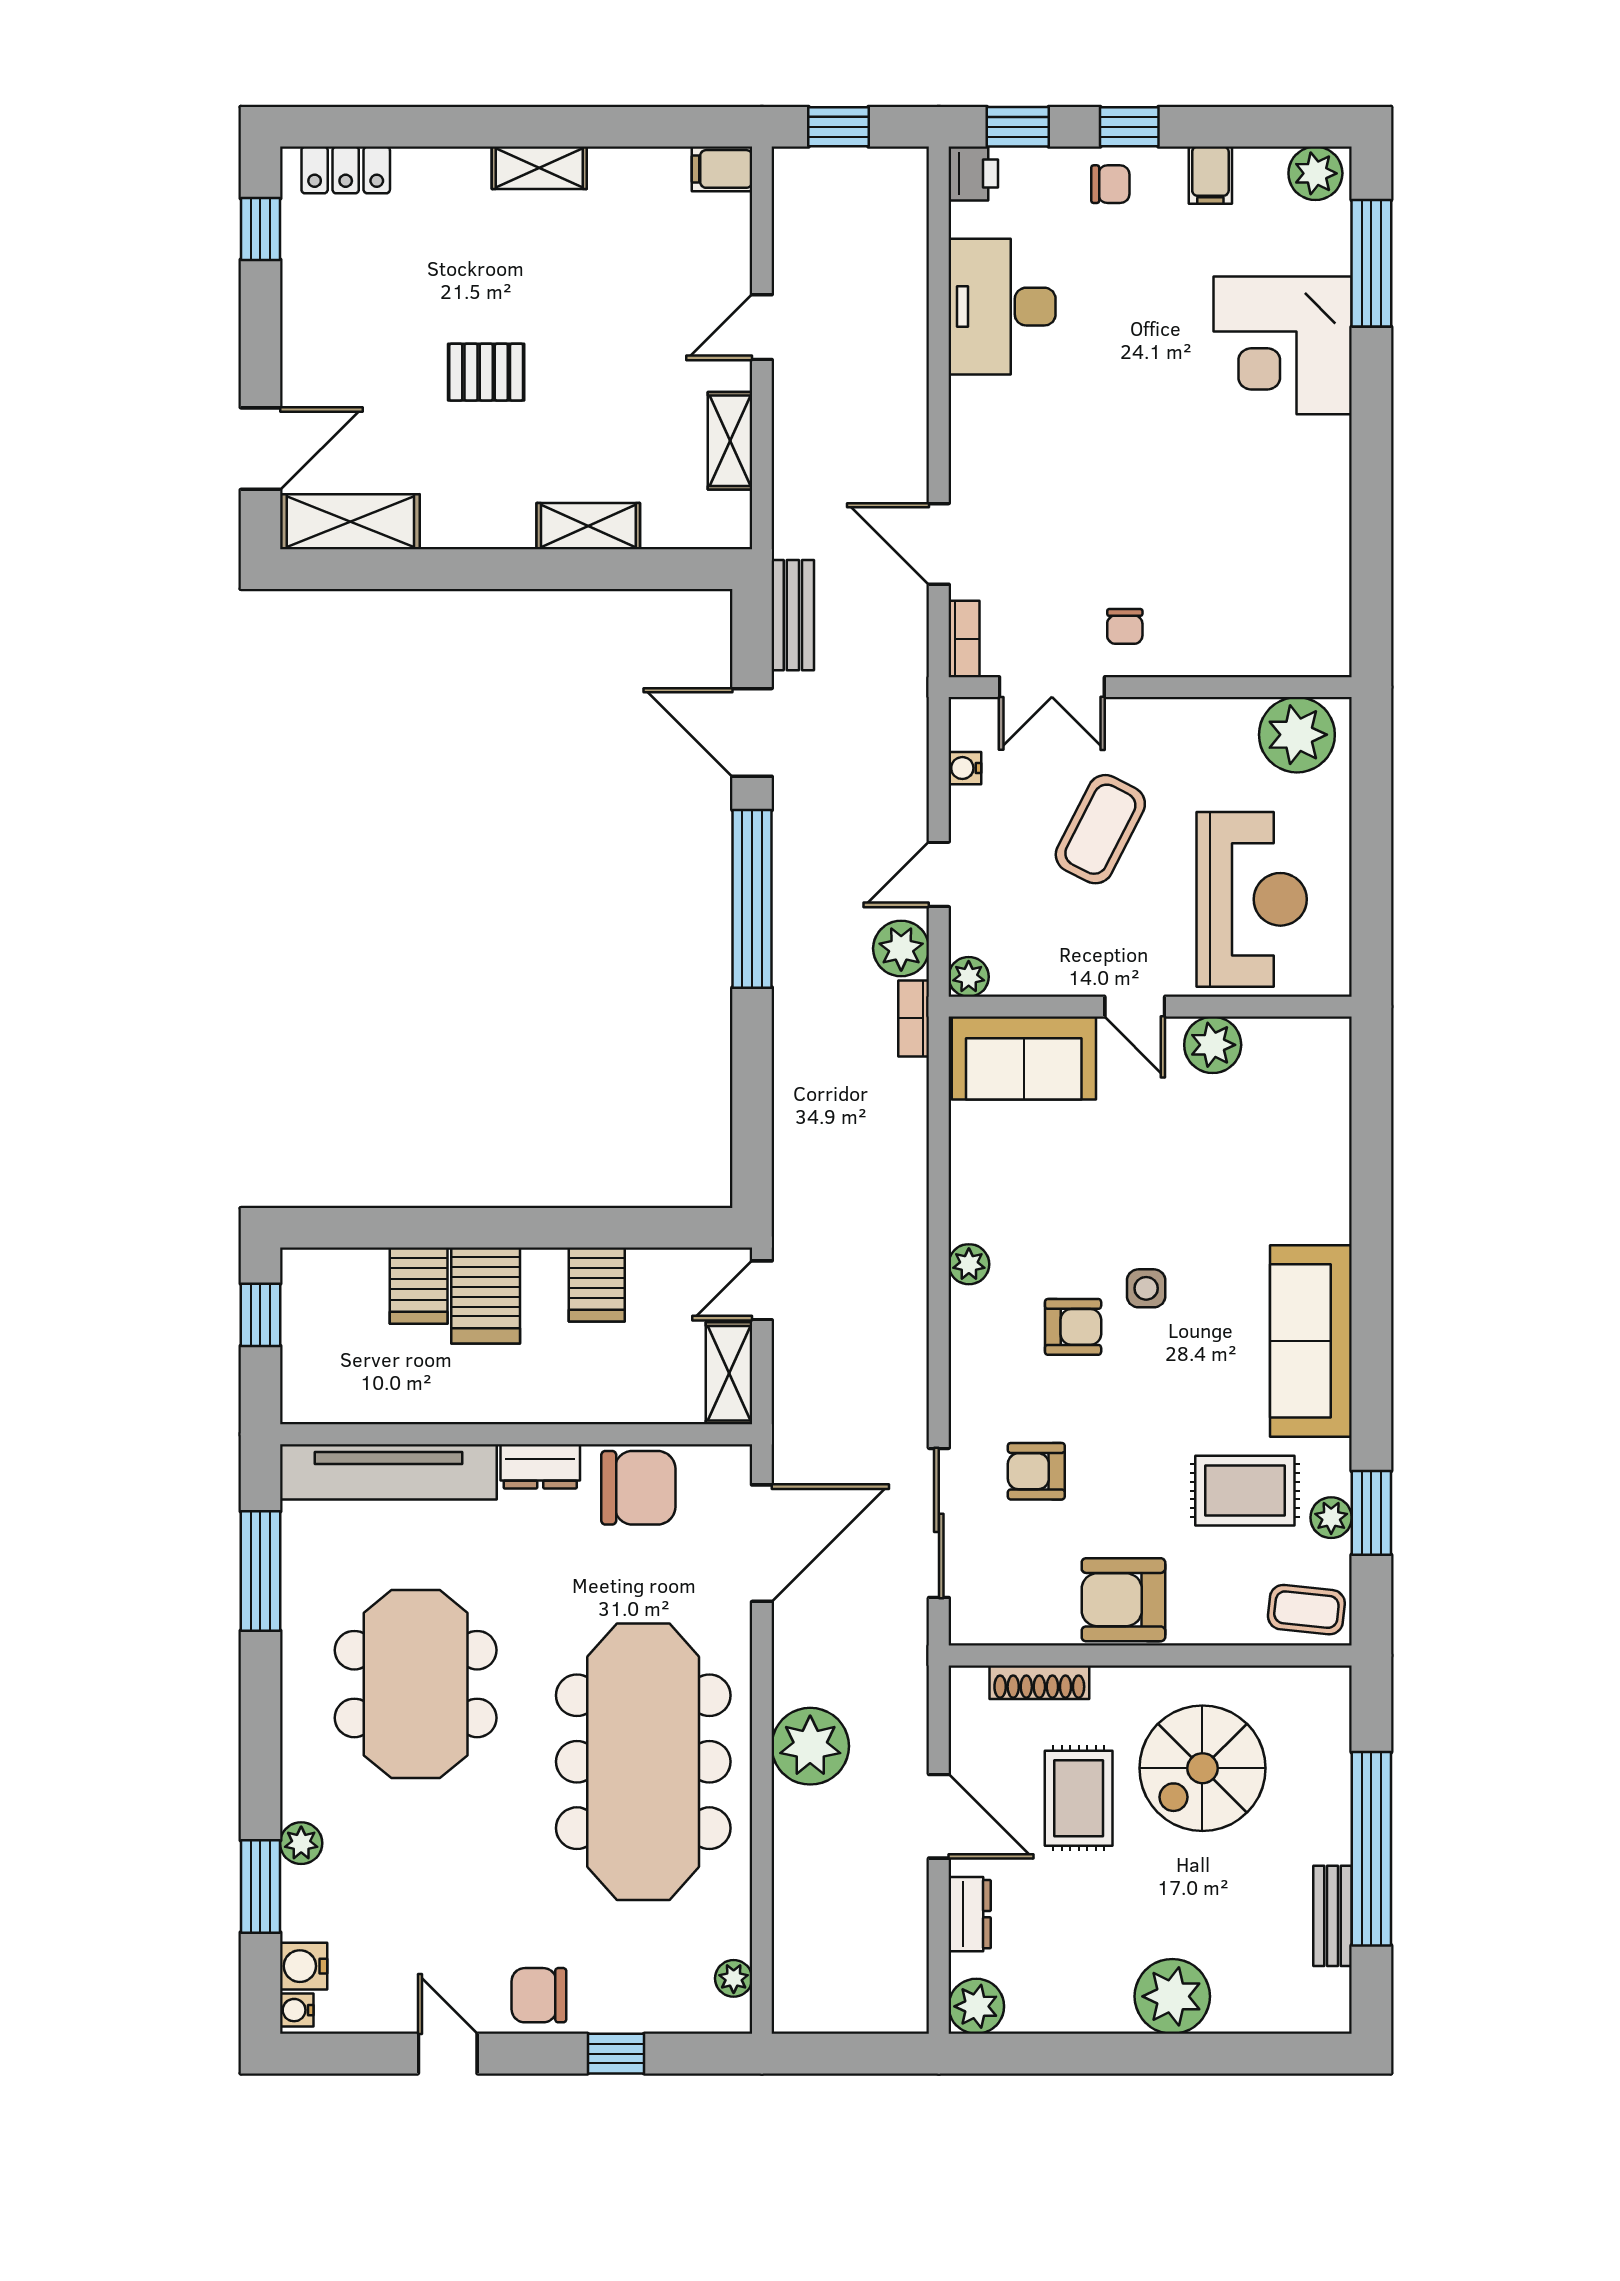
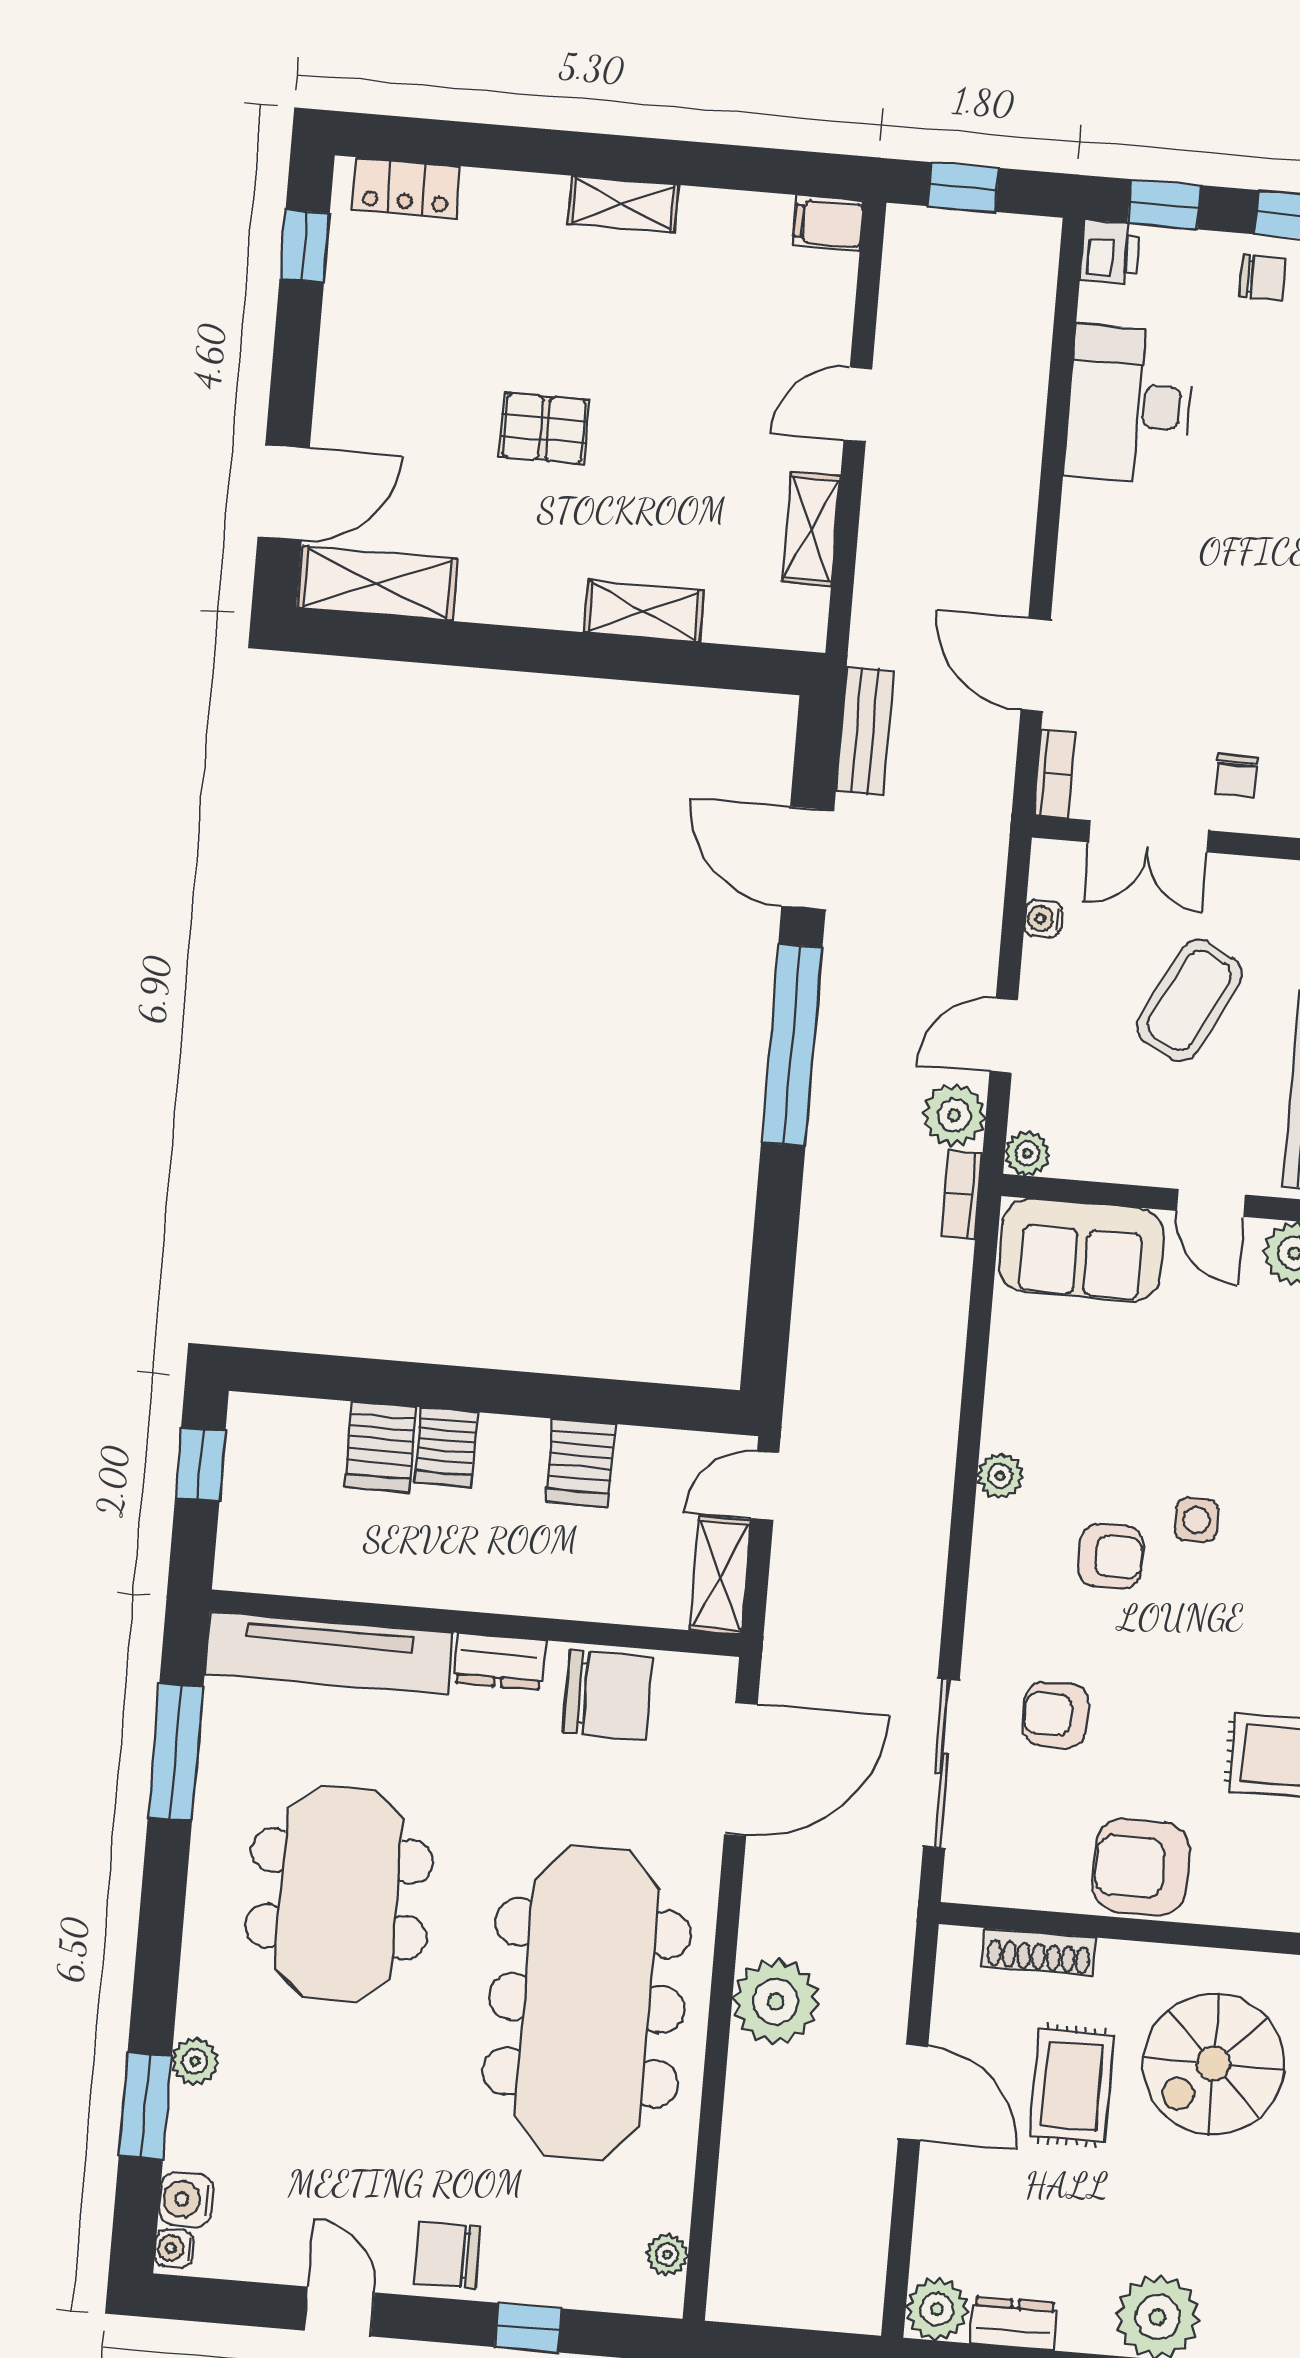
server rack: (486, 1296) -> (446, 1447), width x0.73, depth x0.70
dresser: (970, 1914) -> (1014, 2323), moved, turned -90

